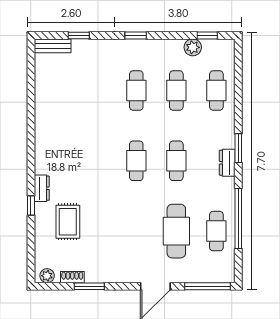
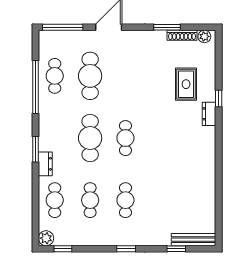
bench: (53, 46) -> (194, 240), width x1.36
plant: (193, 47) -> (46, 238), moved
cafe table: (176, 161) -> (90, 138), width x1.37, depth x1.35
dresser: (227, 163) -> (45, 164), moved
shoe rack: (72, 277) -> (182, 35), width x1.43

